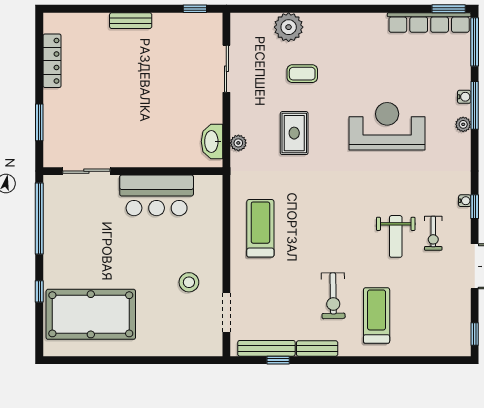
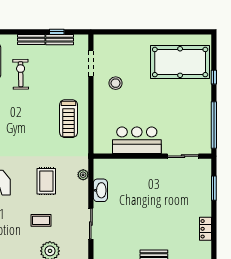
locker: (52, 61) -> (206, 229), width x0.66
washbasin: (212, 142) -> (100, 190), moved
bench: (266, 348) -> (60, 40), width x0.73

